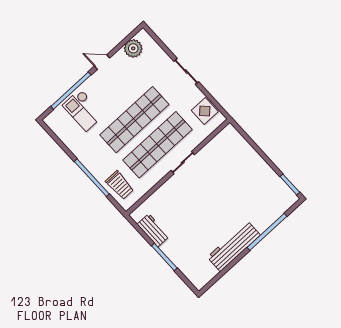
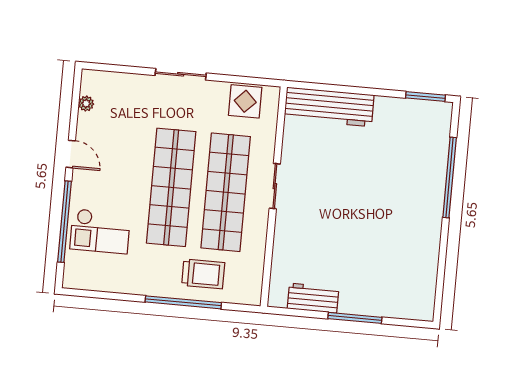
plant: (133, 48) -> (86, 104), width x0.53, depth x0.53
door: (102, 62) -> (71, 154), swing flipped
trolley: (120, 185) -> (203, 274), moved
workbench: (234, 246) -> (329, 107), moved, turned -90

